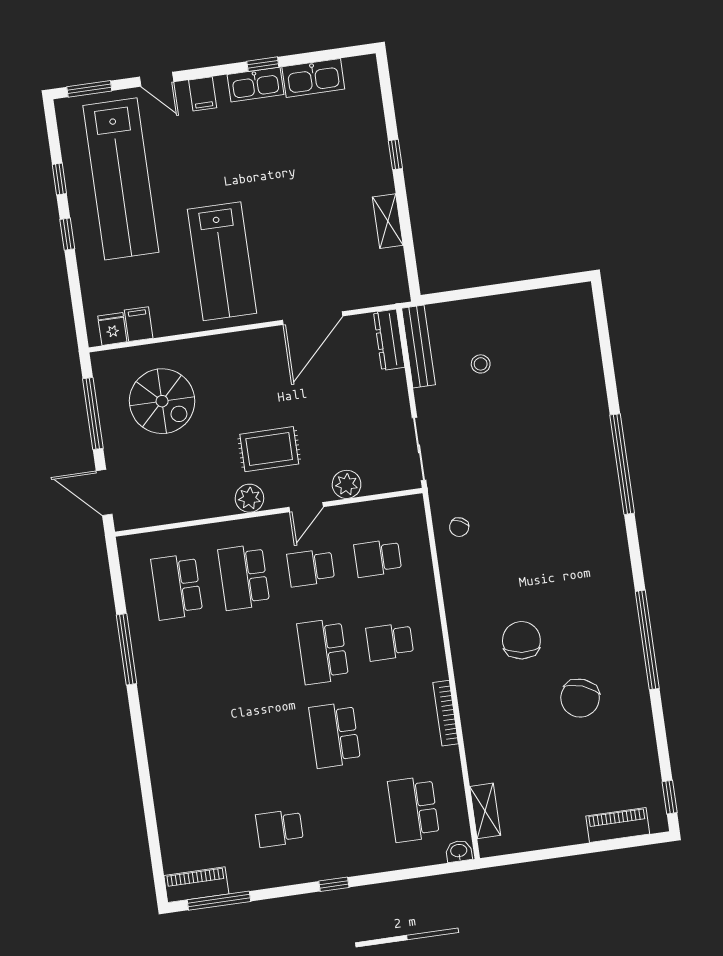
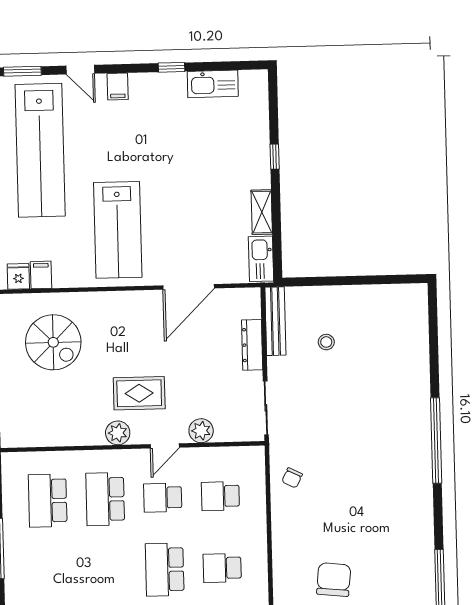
kitchen sink: (255, 85) -> (261, 259), moved, turned 90
dresser: (389, 340) -> (252, 345), moved

